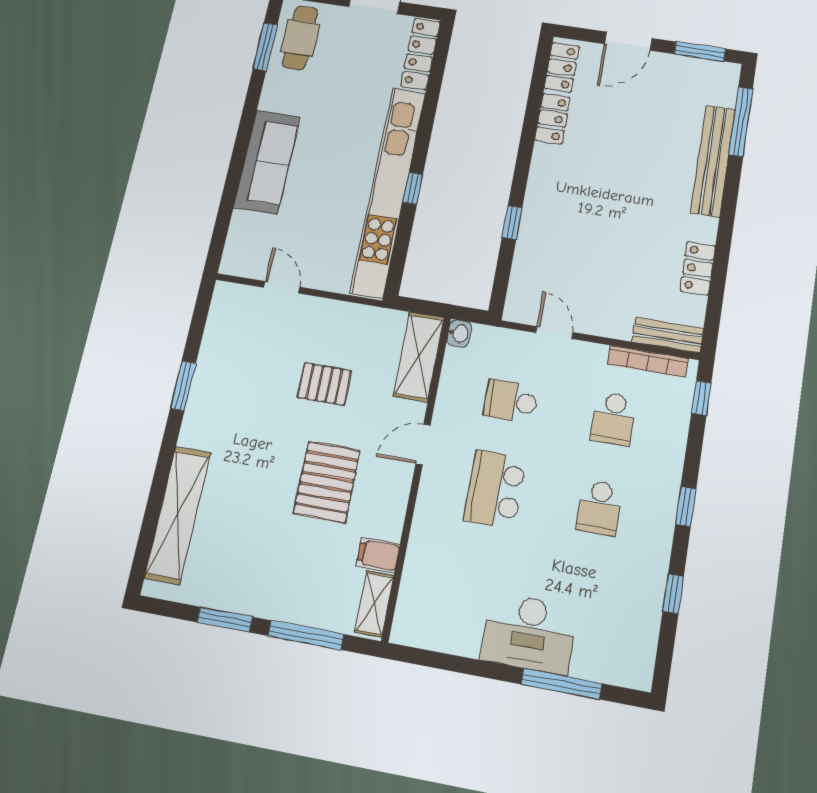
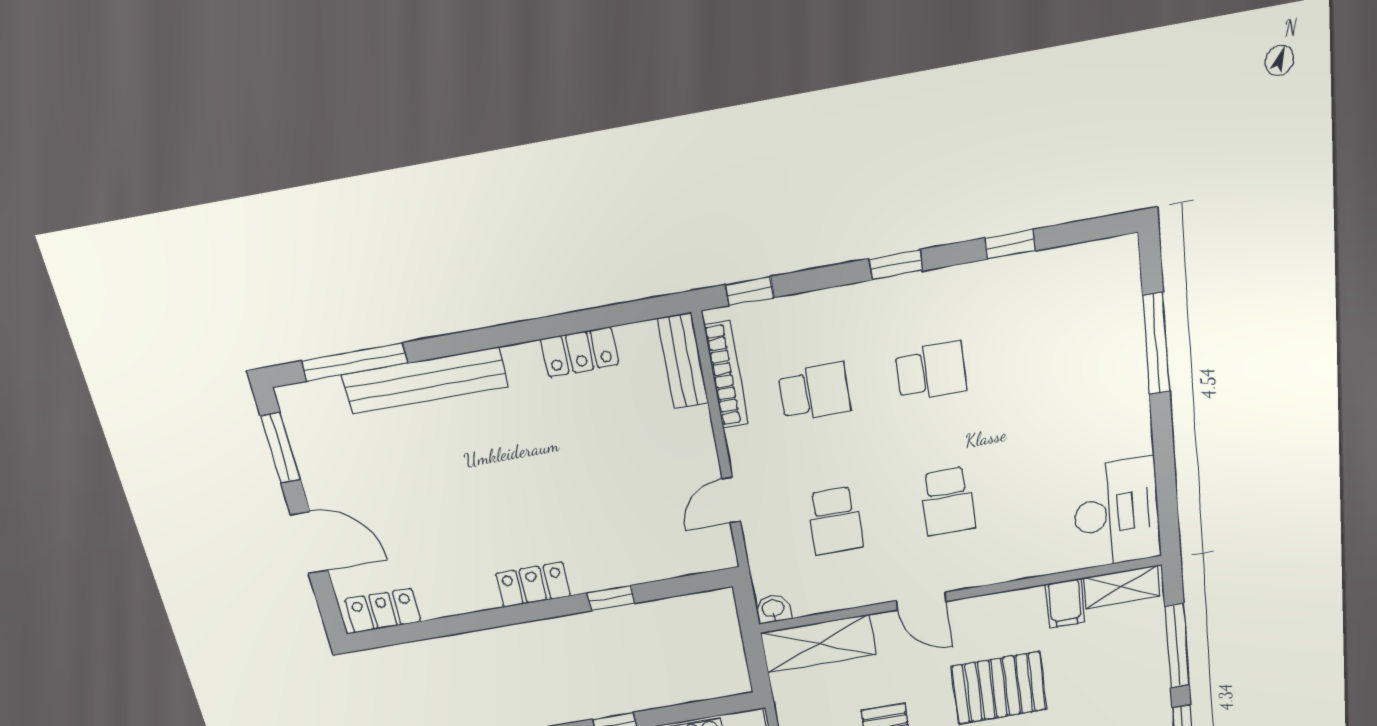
locker: (552, 119) -> (533, 585), moved
school desk: (495, 489) -> (948, 501), width x0.54
desk: (529, 633) -> (1116, 513), moved

